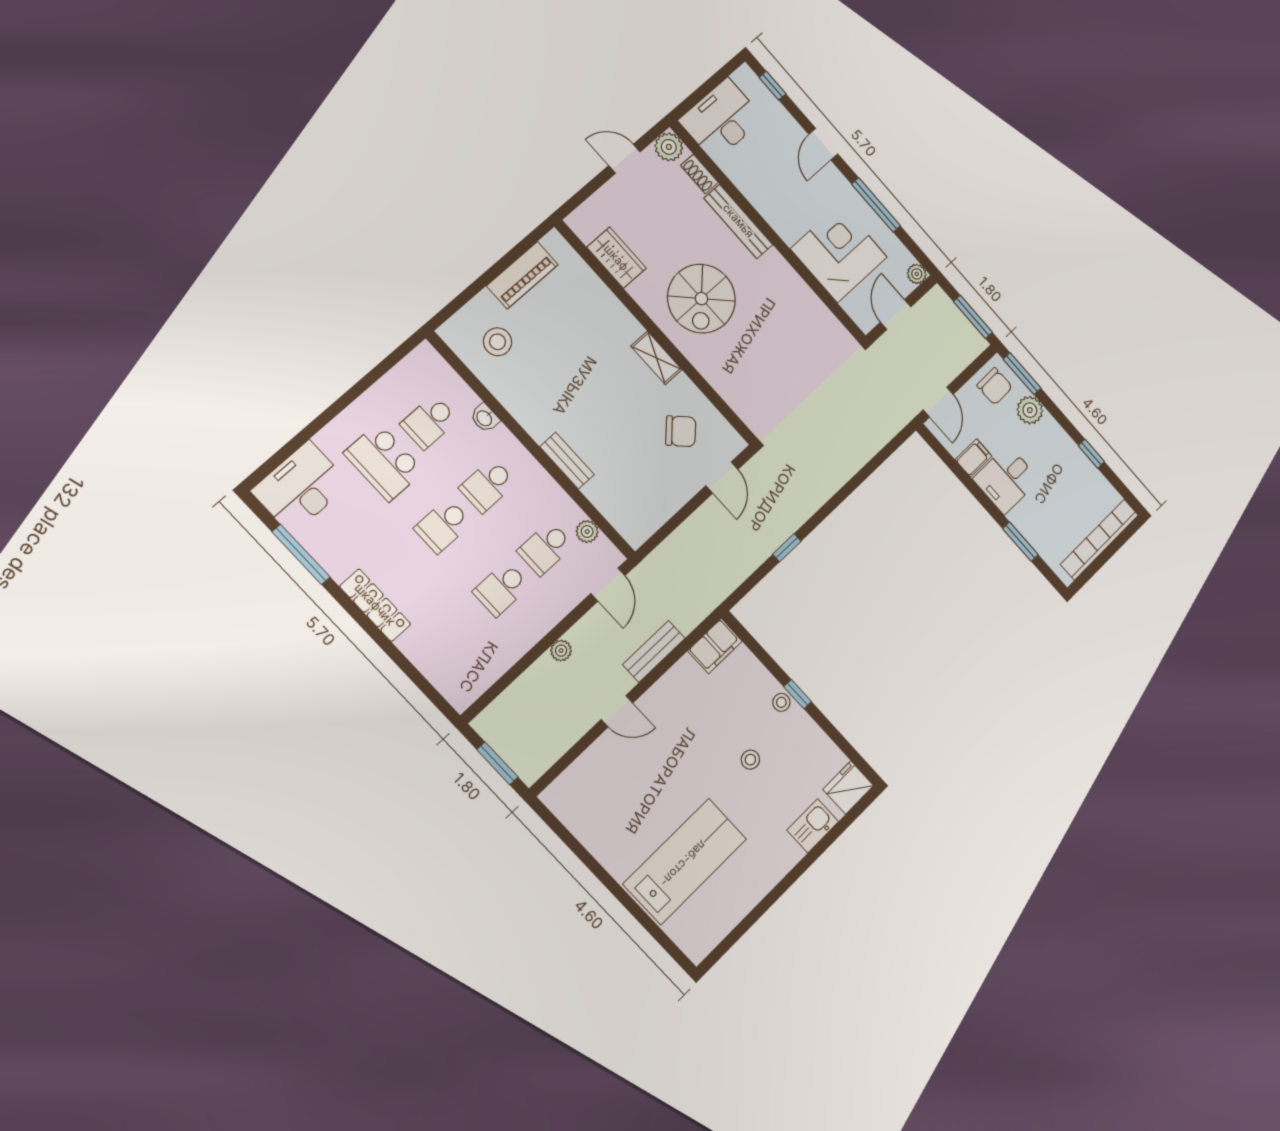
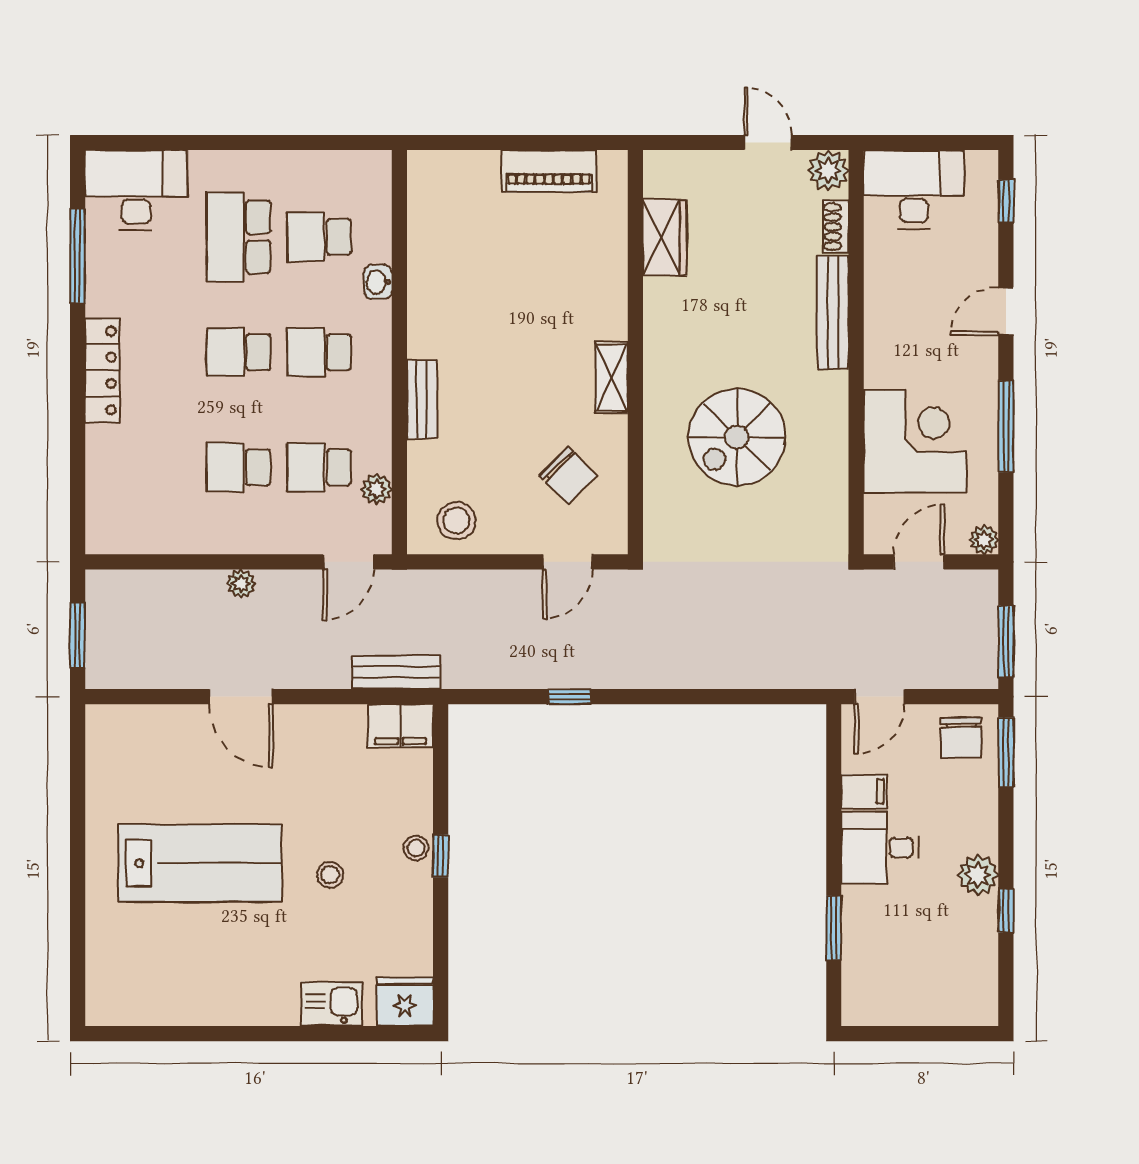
spiral stairs: (701, 299) -> (737, 437), moved
stool: (498, 342) -> (457, 521), moved
plant: (1030, 410) -> (978, 875), moved
bookcase: (1100, 540) -> (928, 1010), removed
bench: (654, 651) -> (396, 672), moved
door: (617, 711) -> (241, 697), width x1.38
lab bench: (685, 861) -> (200, 863), moved

